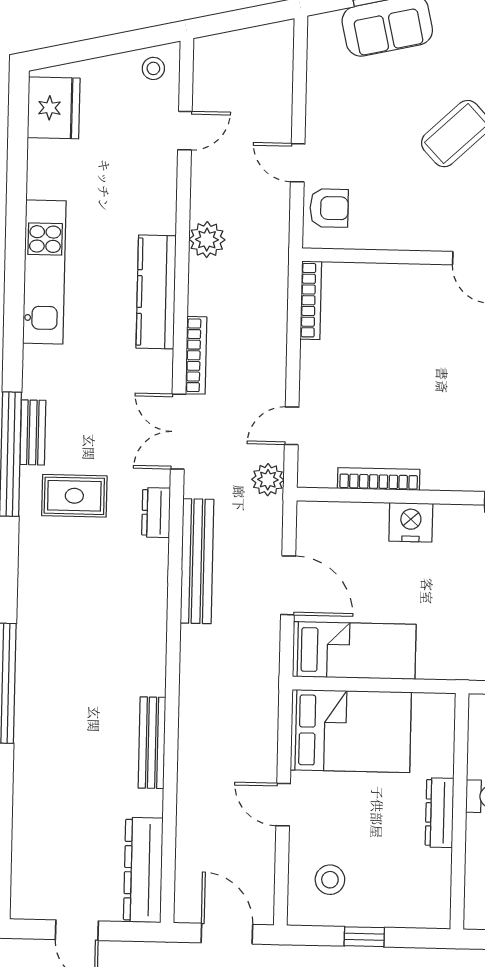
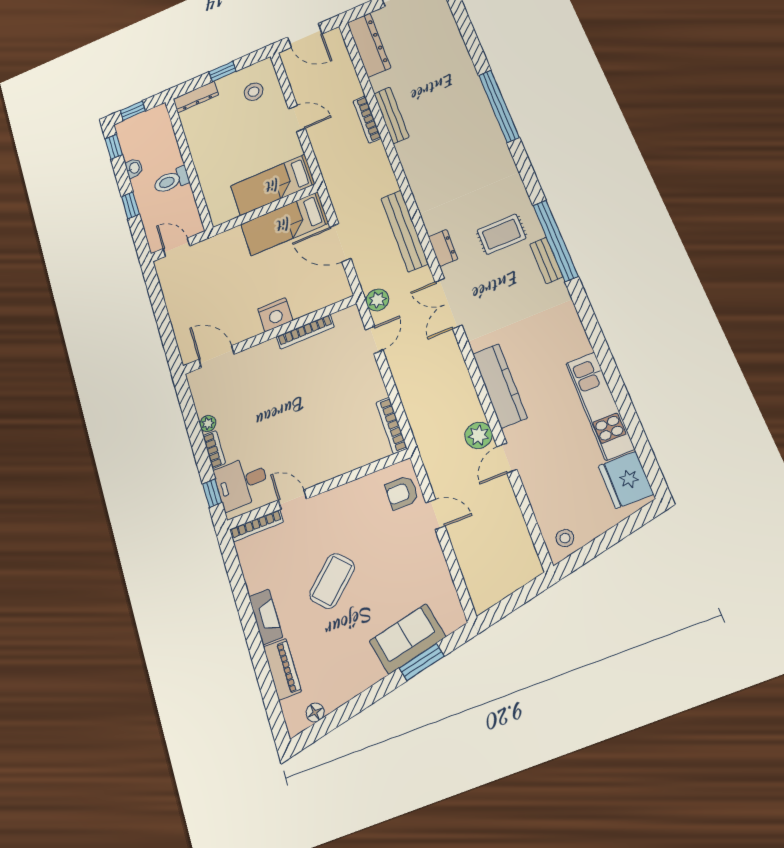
door: (185, 131) -> (507, 458), moved
kitchen unit: (44, 272) -> (600, 406), moved
bookcase: (196, 355) -> (367, 119), moved
double door: (178, 432) -> (448, 303), swing flipped
bed: (351, 731) -> (273, 185), width x0.67
dresser: (440, 813) -> (196, 97), moved, turned 90

